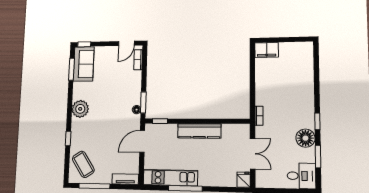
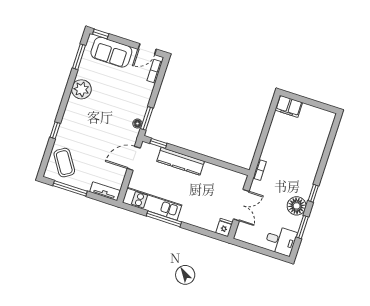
sofa: (84, 64) -> (111, 52), moved, turned 90
plant: (80, 109) -> (81, 89), moved
kitchen counter: (199, 131) -> (181, 161), moved

